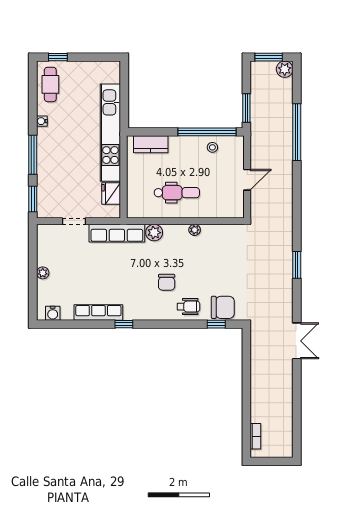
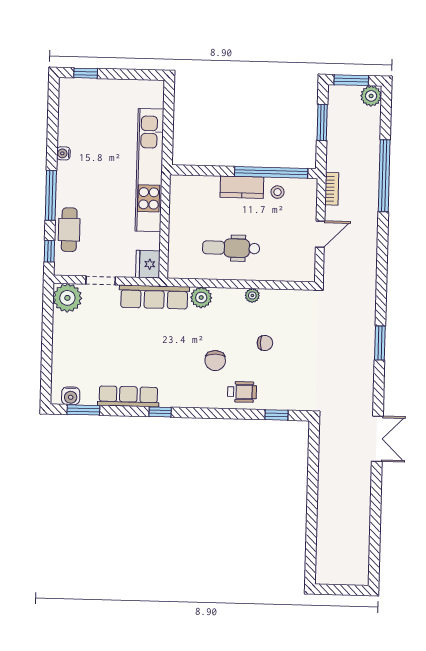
cafe table: (50, 84) -> (69, 230), moved
window: (246, 108) -> (322, 122), moved
kitchen counter: (151, 144) -> (242, 187), moved
fridge: (111, 193) -> (148, 264), moved
dental chair: (177, 193) -> (231, 248), turned 180
window: (33, 199) -> (49, 251), width x0.67
plant: (43, 273) -> (67, 298), moved, width x1.88, depth x1.88
chair: (223, 307) -> (265, 343), moved, width x0.54, depth x0.54
window: (63, 324) -> (83, 410), added
bookcase: (255, 436) -> (332, 189), moved

